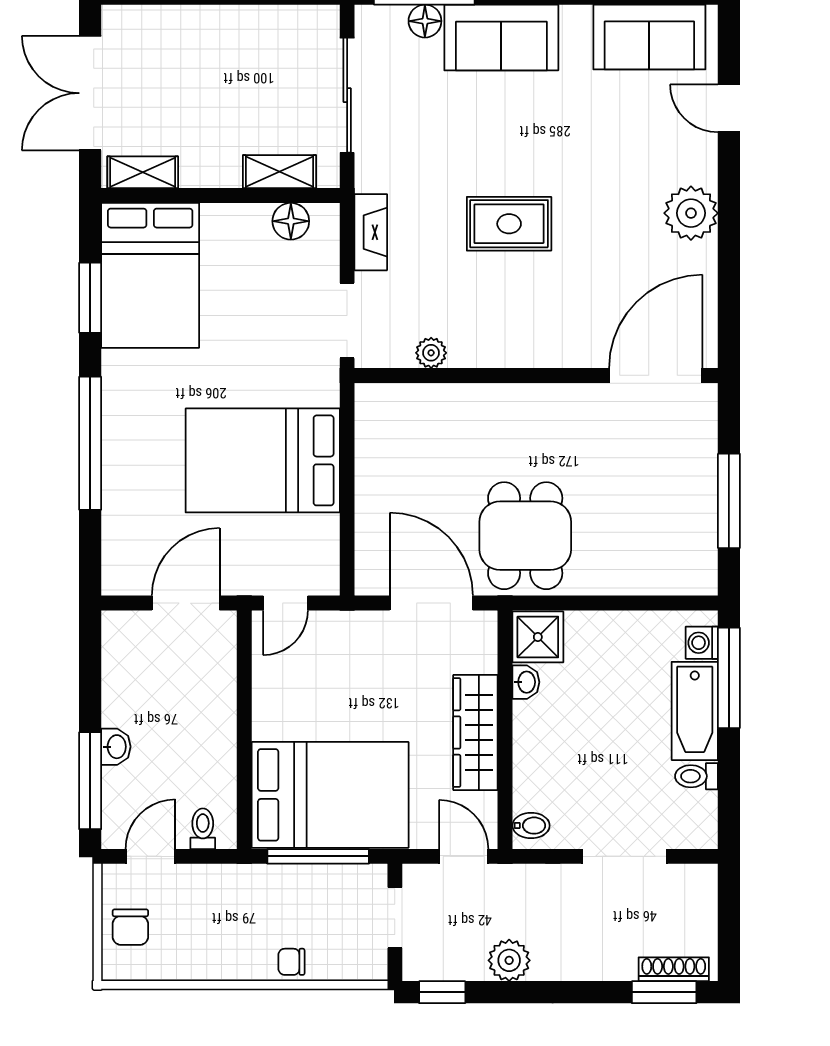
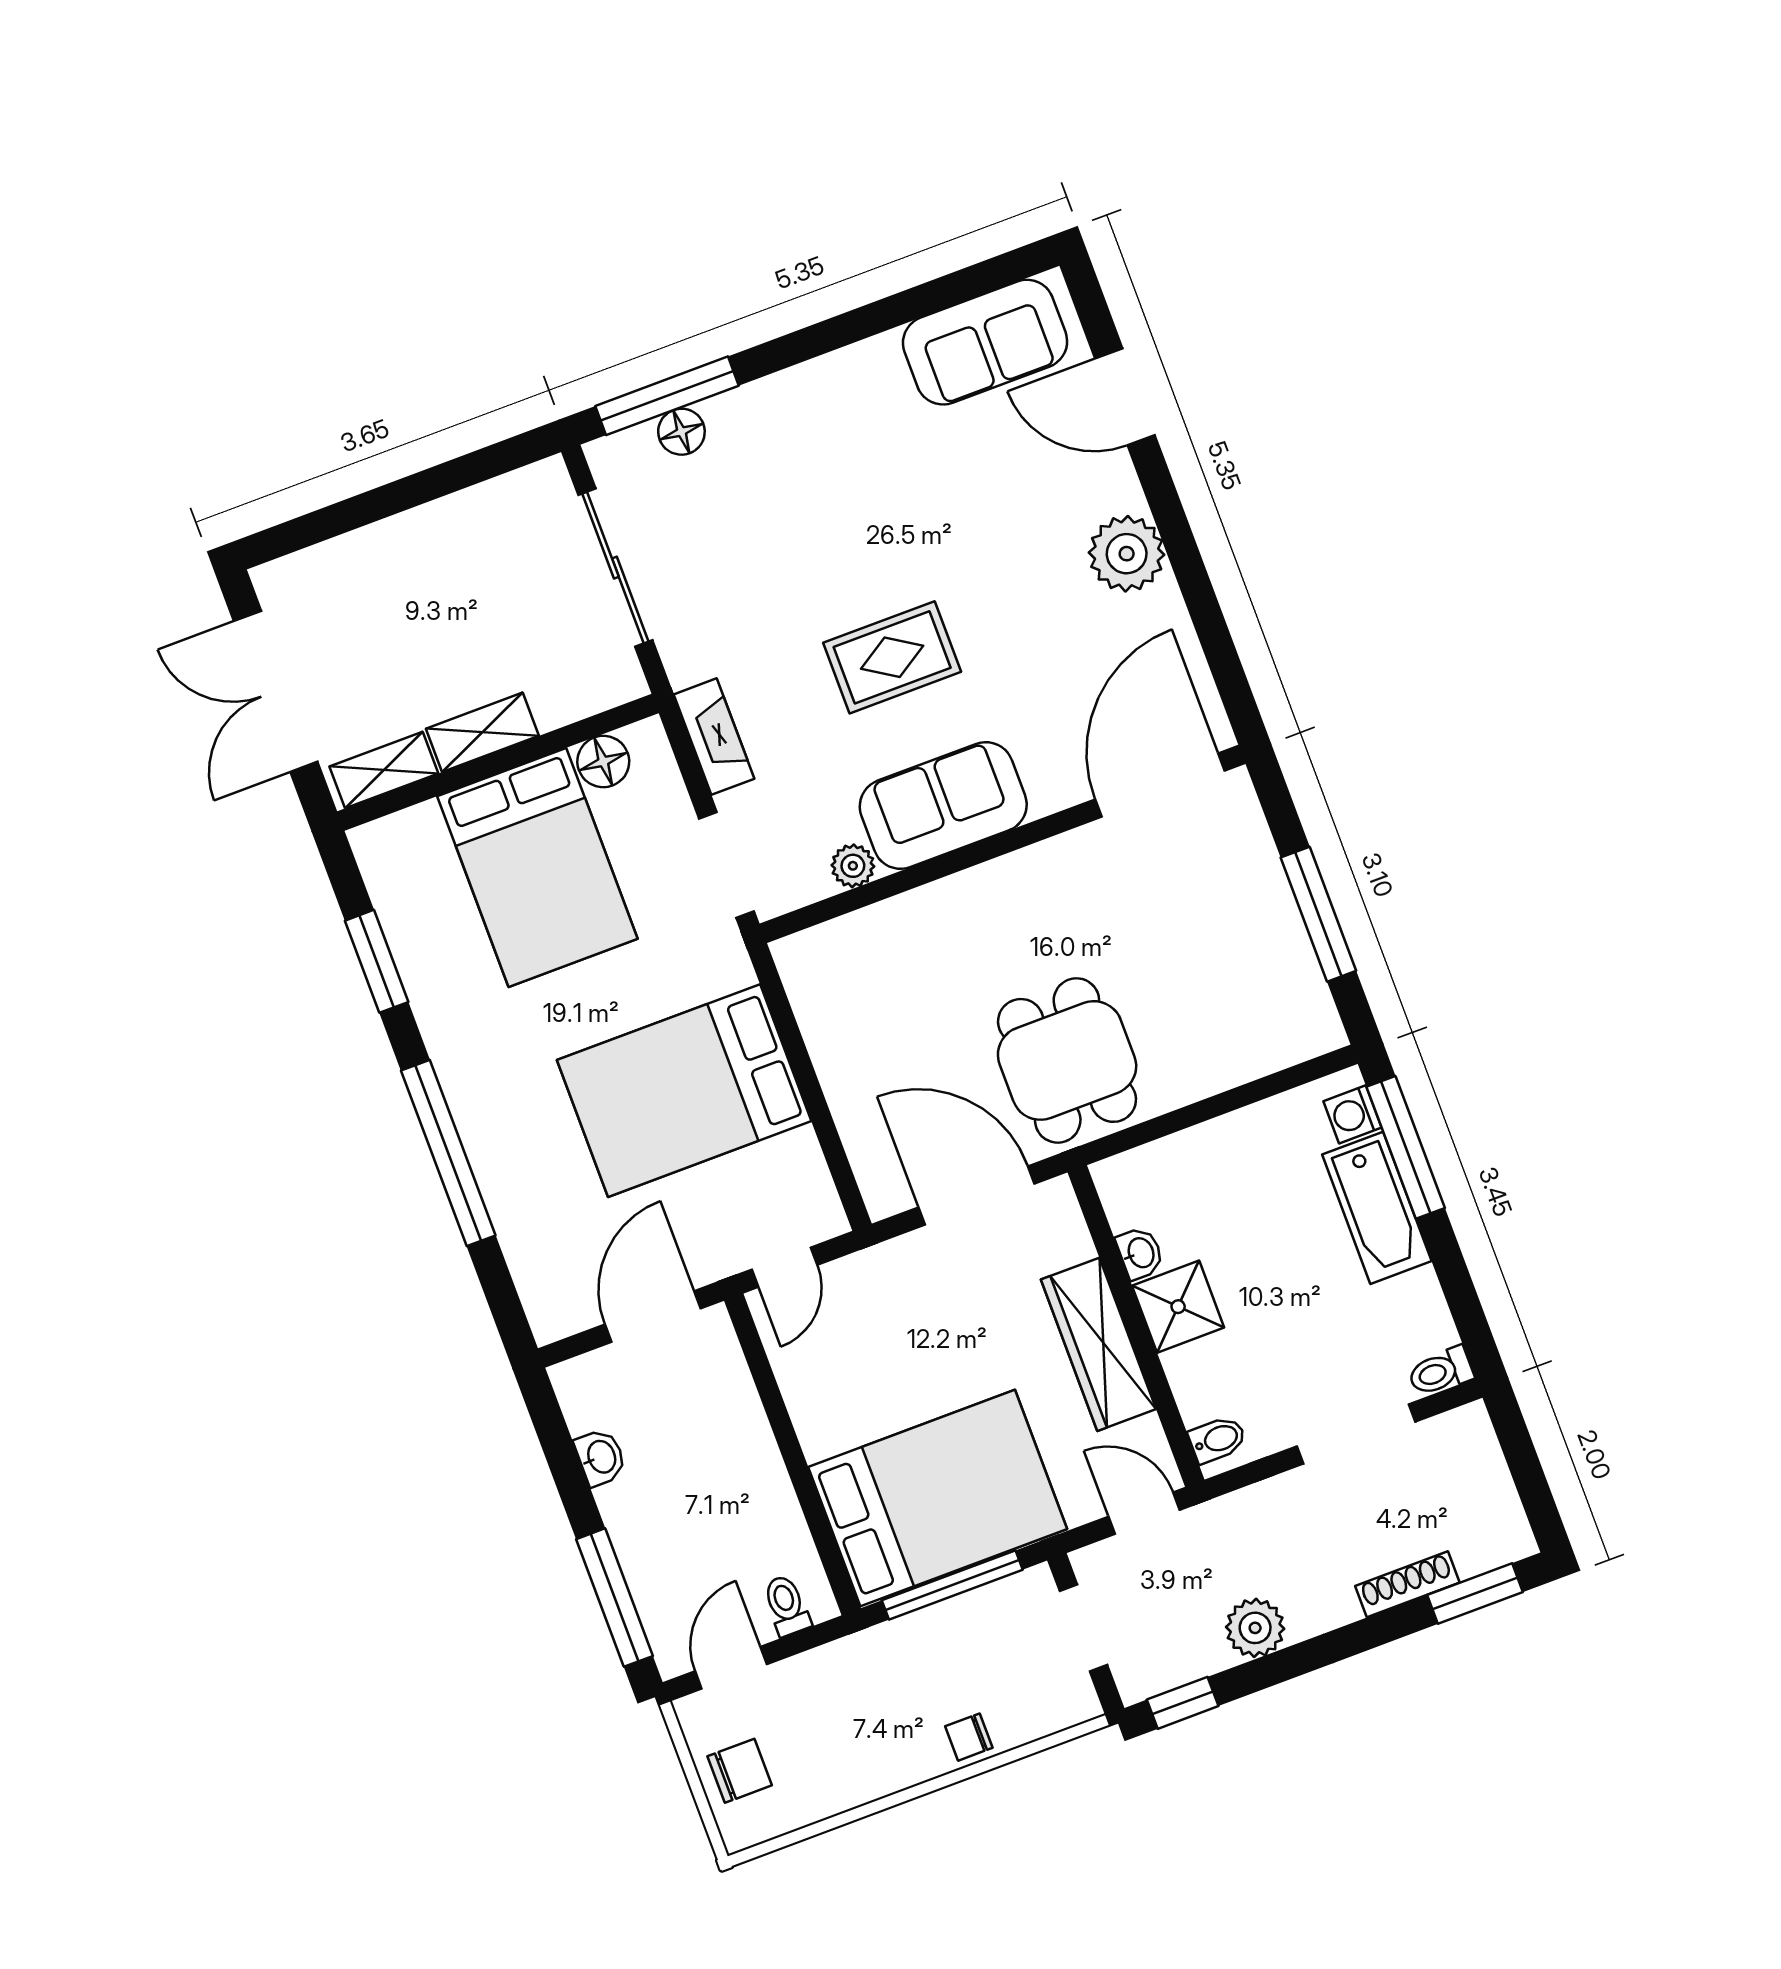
sofa: (501, 38) -> (943, 806), moved, turned 180
door: (729, 108) -> (1125, 397), width x1.38
shelving: (280, 172) -> (482, 732), moved
bed: (150, 275) -> (537, 868), moved
shower: (538, 637) -> (1178, 1307), moved
washbasin: (116, 747) -> (601, 1457), moved
toilet: (696, 776) -> (1441, 1372), moved
chair: (130, 927) -> (740, 1771), turned -90
shoe rack: (674, 969) -> (1407, 1584), moved

